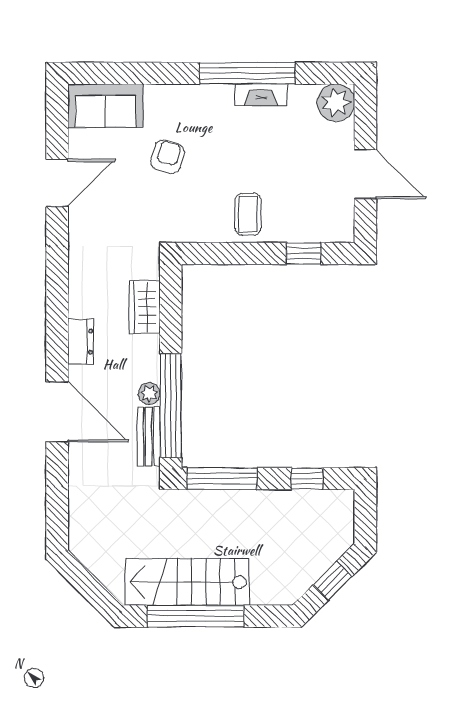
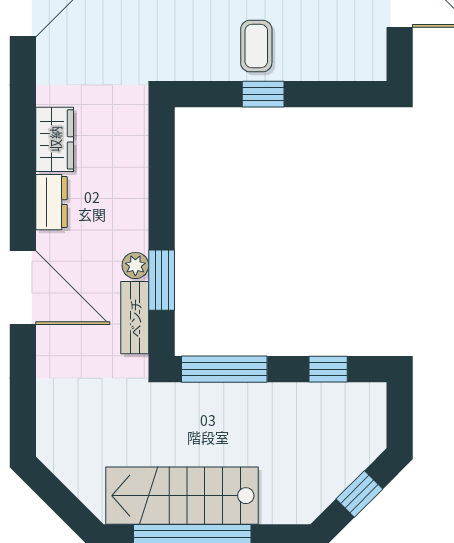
window: (303, 253) -> (263, 94), moved
wardrobe: (145, 307) -> (55, 139), moved, turned 180
window: (171, 406) -> (162, 280), width x0.47

